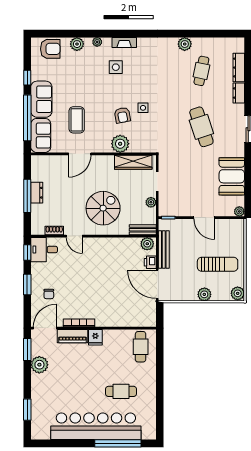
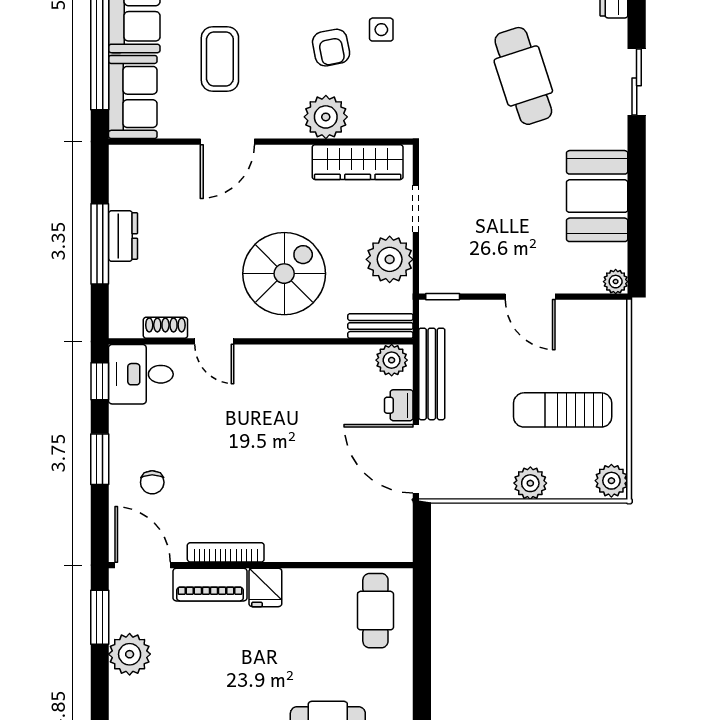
plant: (151, 202) -> (390, 259), width x1.87, depth x1.87
sun lounger: (218, 264) -> (563, 410), turned 180
door: (45, 328) -> (143, 565), hinge flipped

